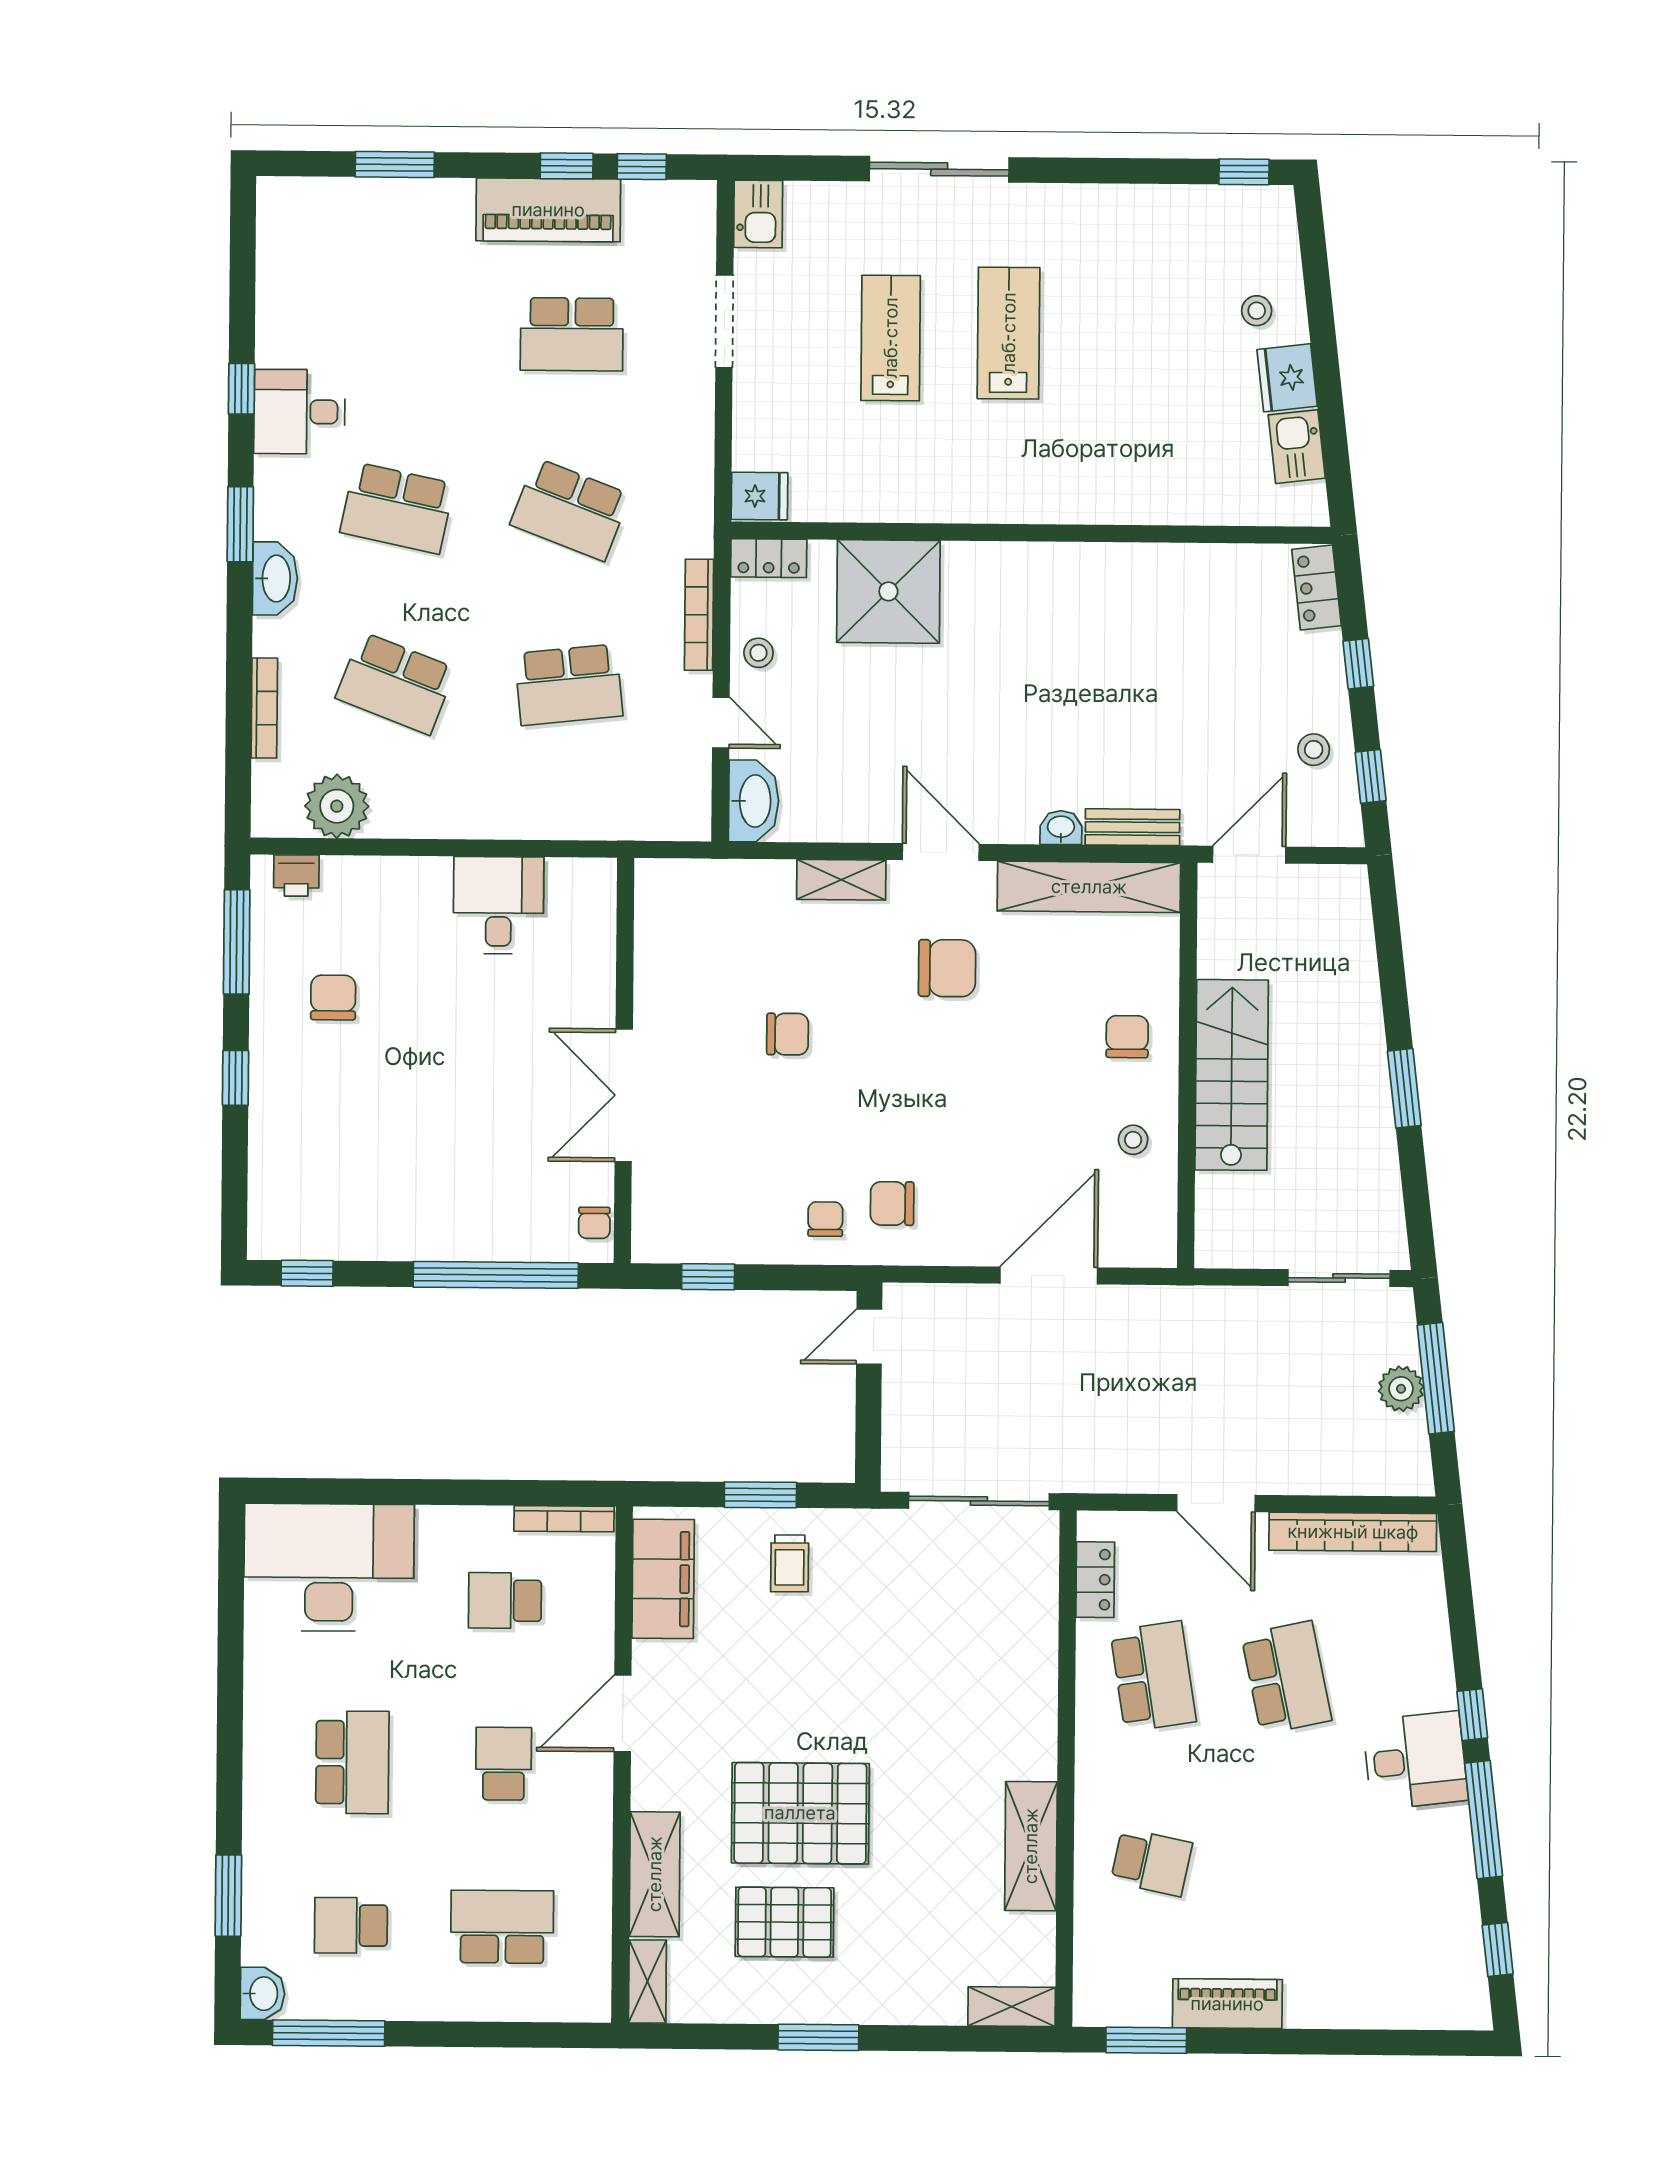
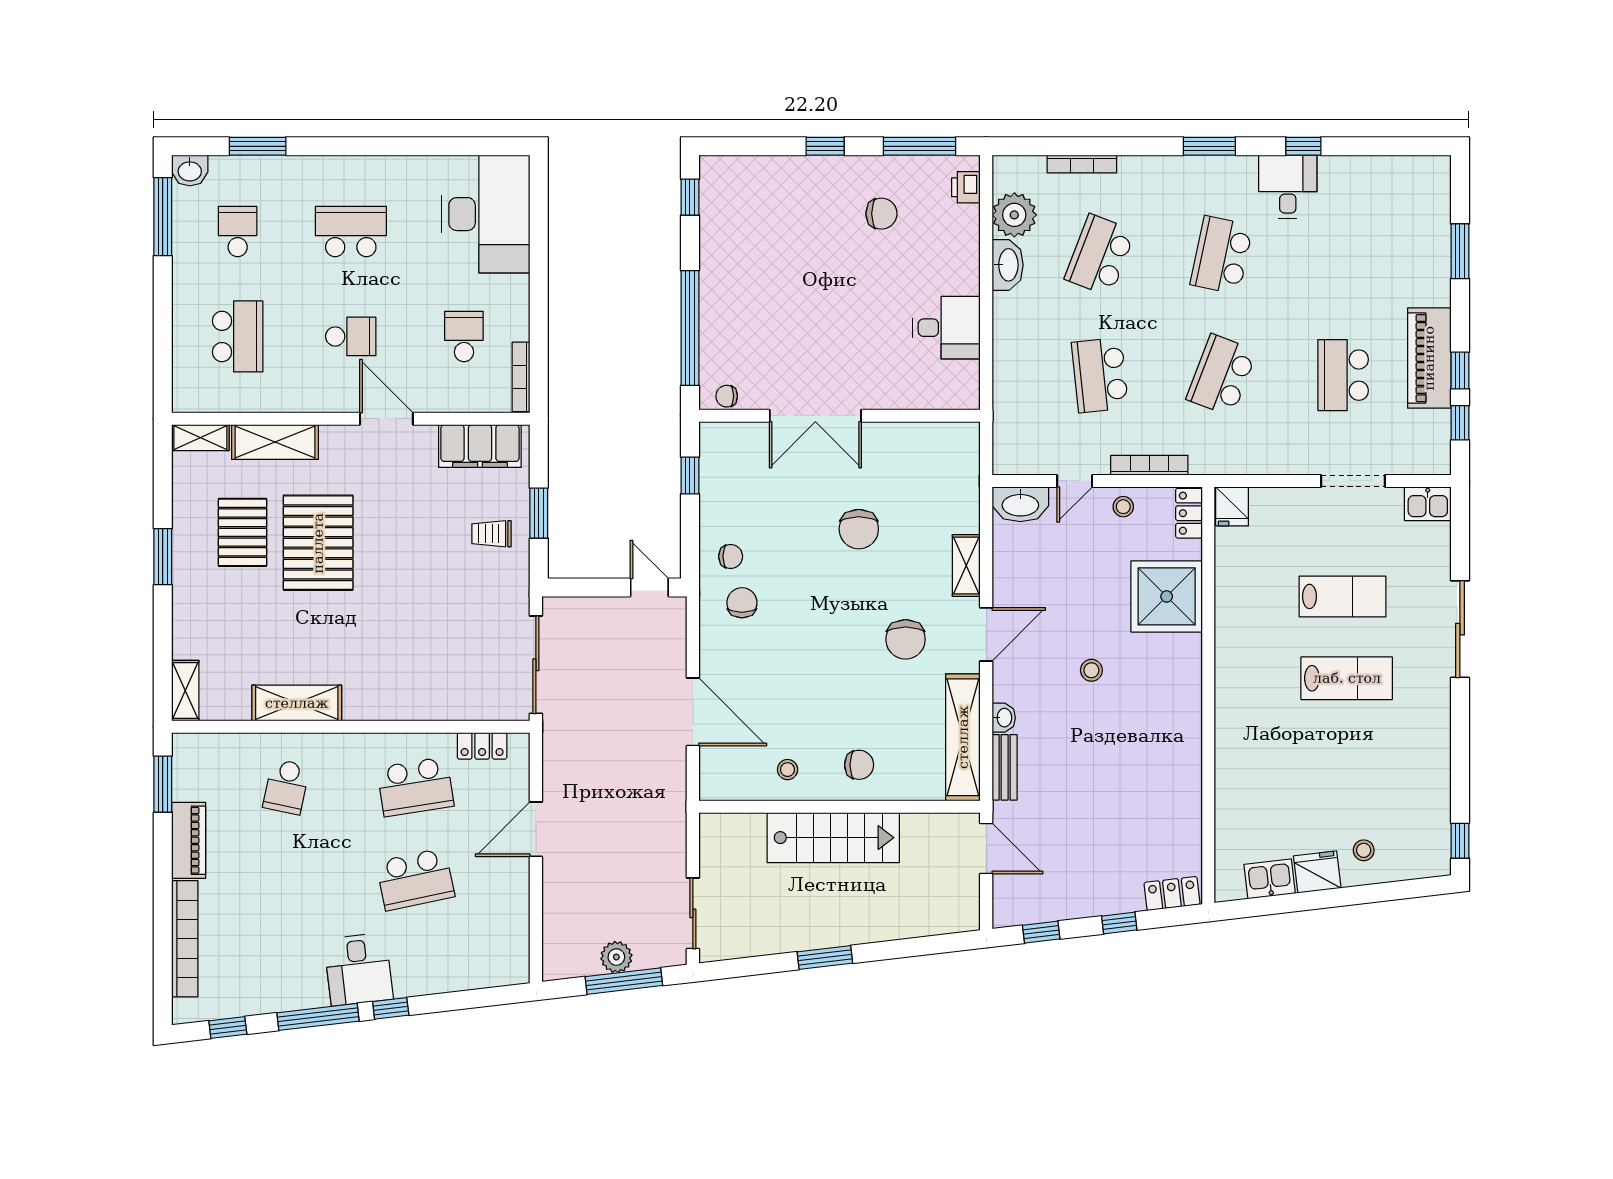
washbasin: (275, 579) -> (1008, 265), moved, turned -90
stool: (1314, 750) -> (1091, 670), moved
chair: (788, 1034) -> (859, 529), width x1.37, depth x1.37
double door: (624, 1095) -> (815, 416), swing flipped
bookcase: (1353, 1532) -> (185, 939), moved, turned 180
school desk: (352, 1762) -> (351, 232), turned 180

